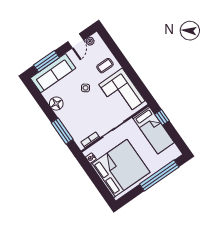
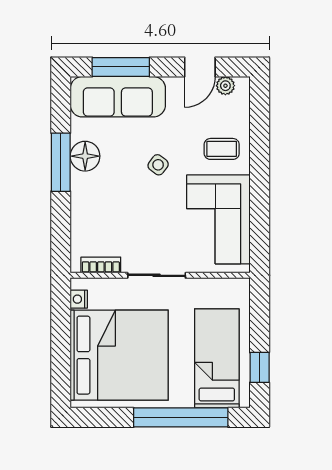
window: (162, 117) -> (260, 367), moved
bed: (153, 130) -> (217, 358), moved, turned 180
window: (62, 131) -> (61, 162), moved

